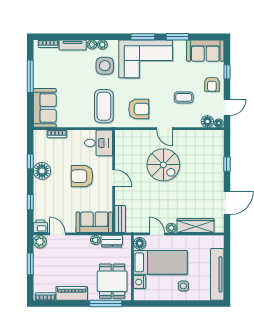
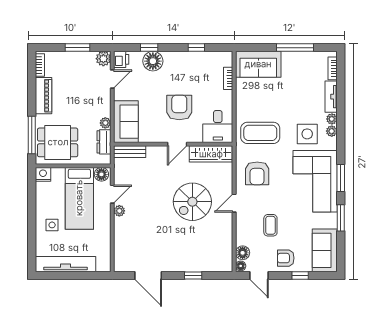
floor lamp: (42, 171) -> (153, 61), moved
wardrobe: (196, 226) -> (211, 154), moved, turned 90
nightstand: (140, 282) -> (43, 174), moved

